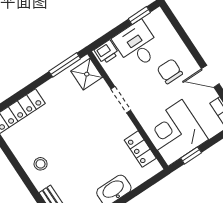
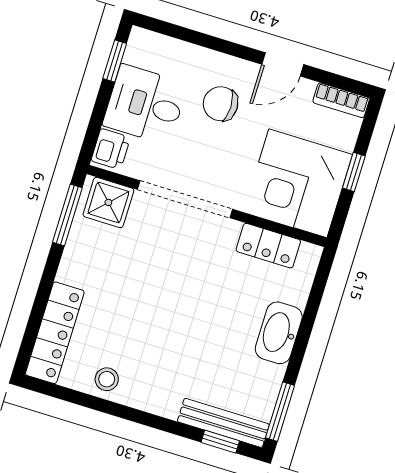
doorway: (121, 100) -> (185, 199), width x1.88
window: (191, 155) -> (354, 172), moved
stool: (41, 164) -> (107, 379), moved

